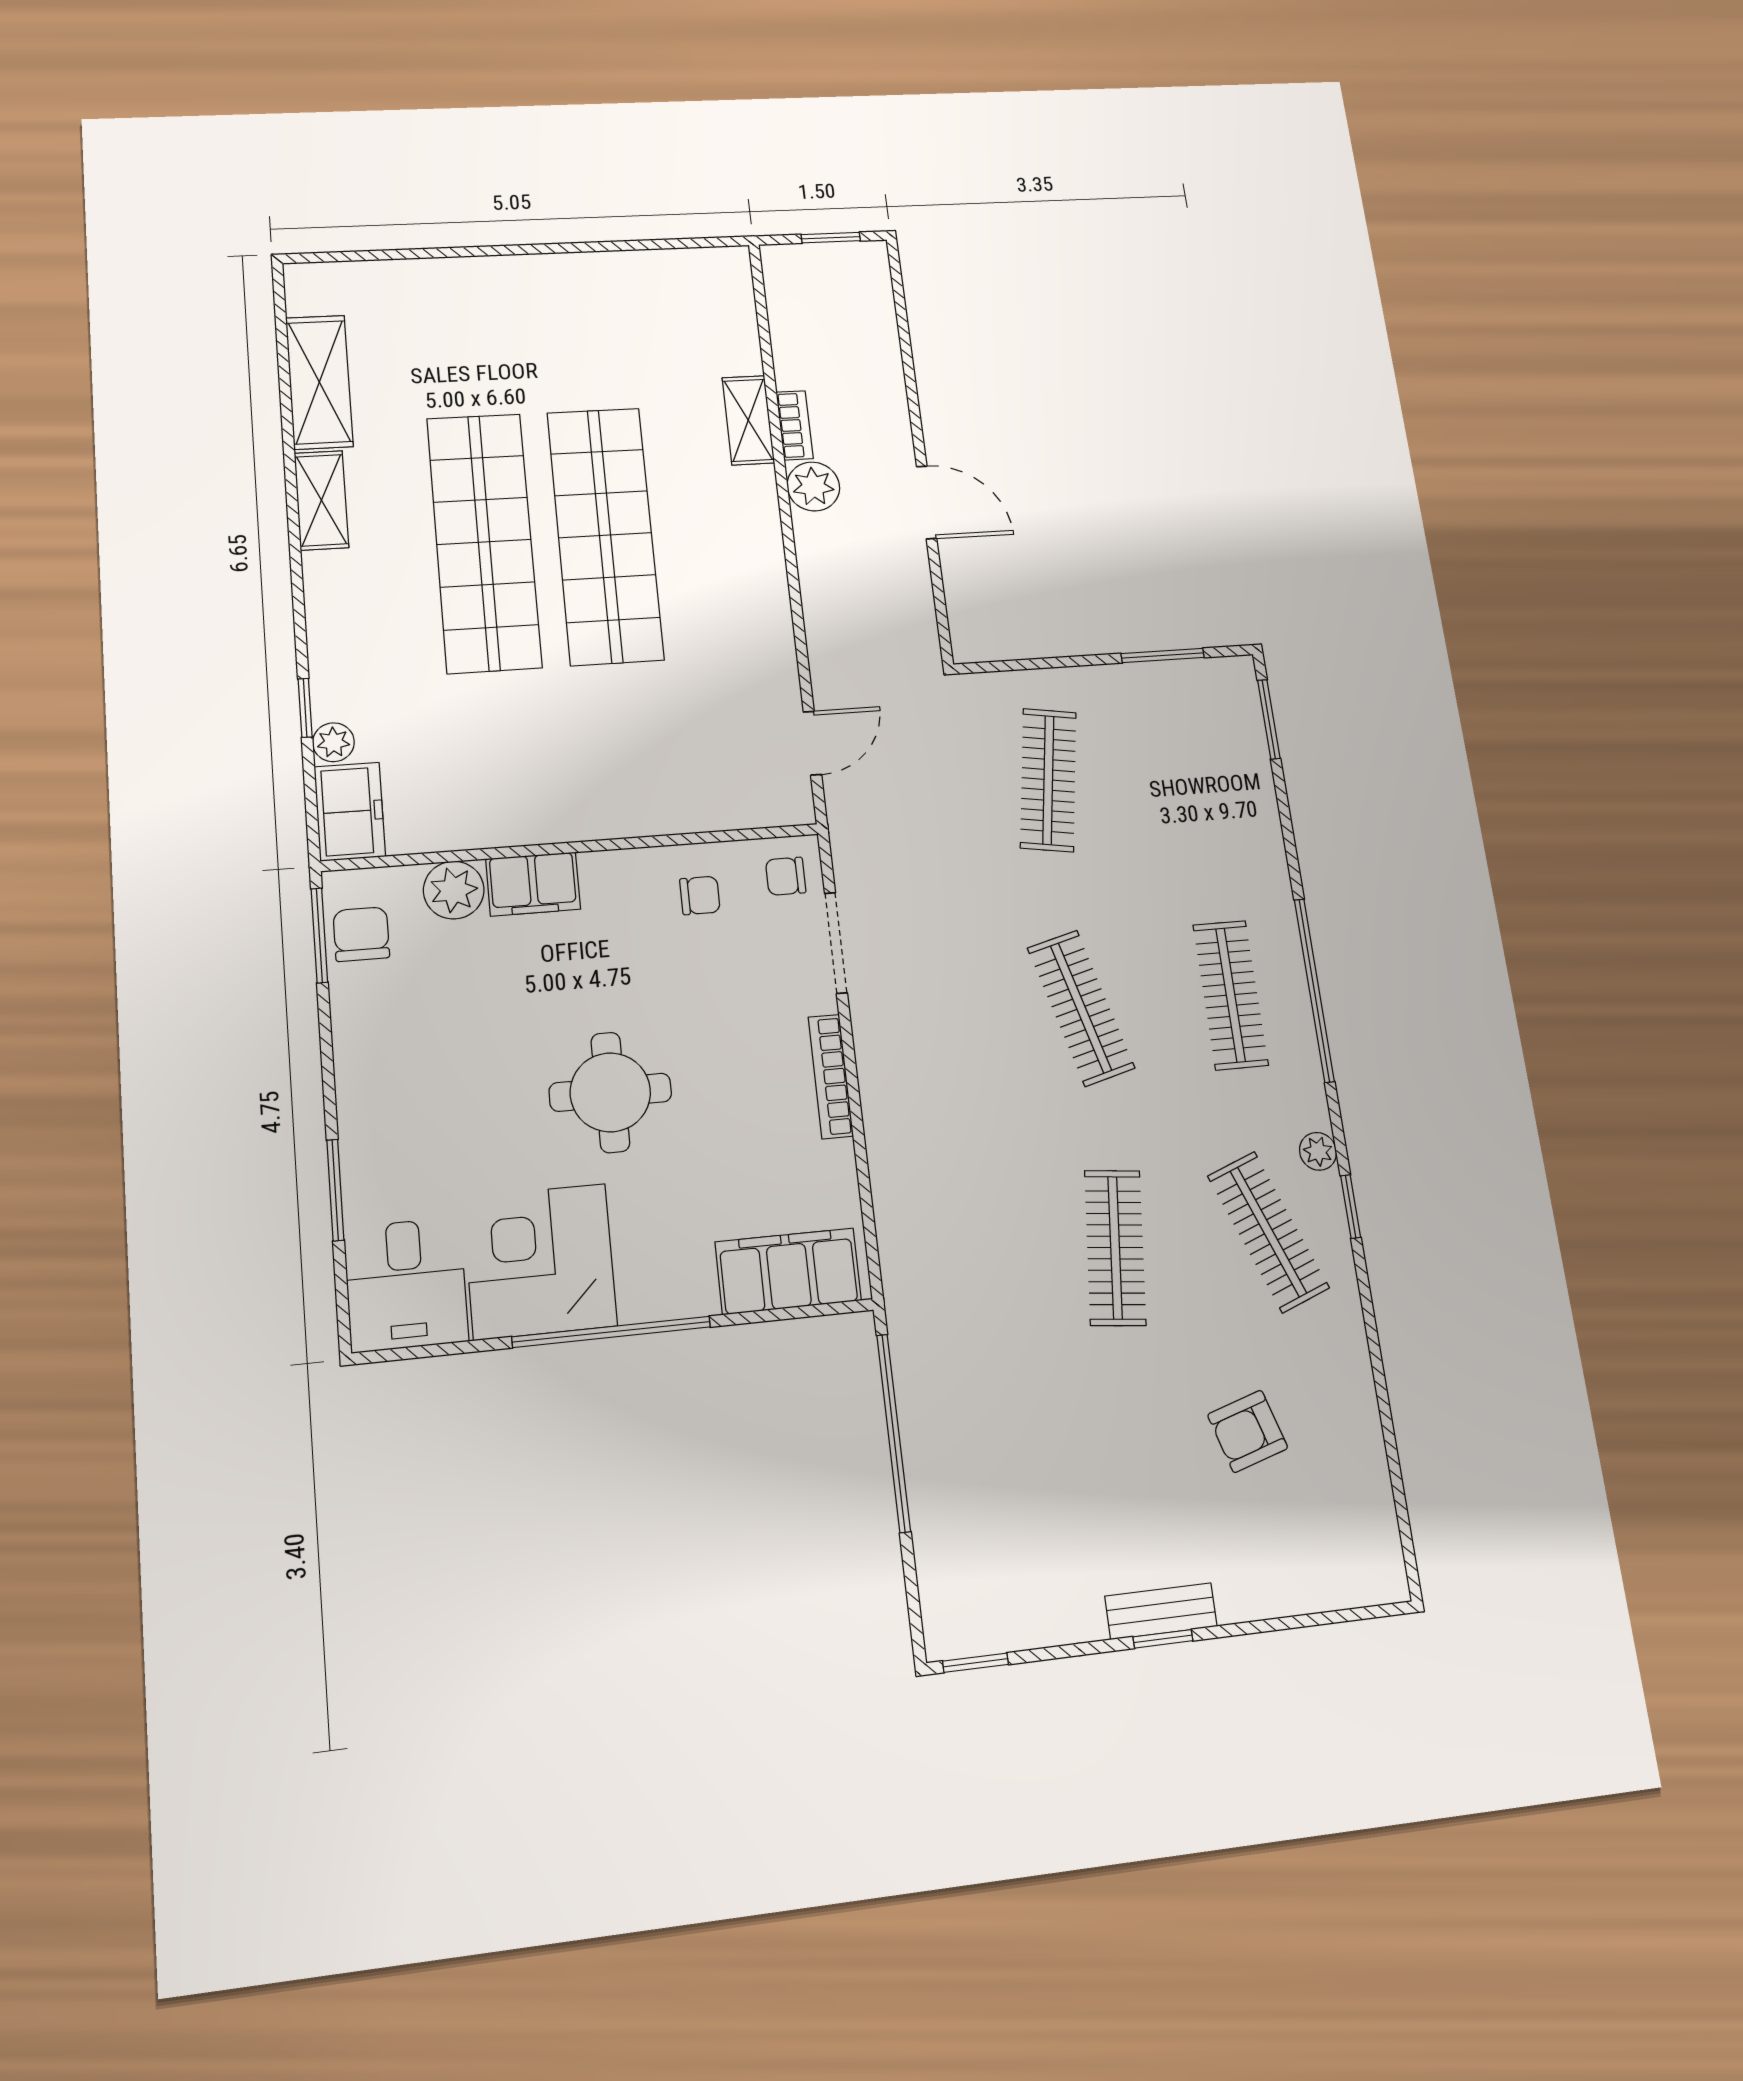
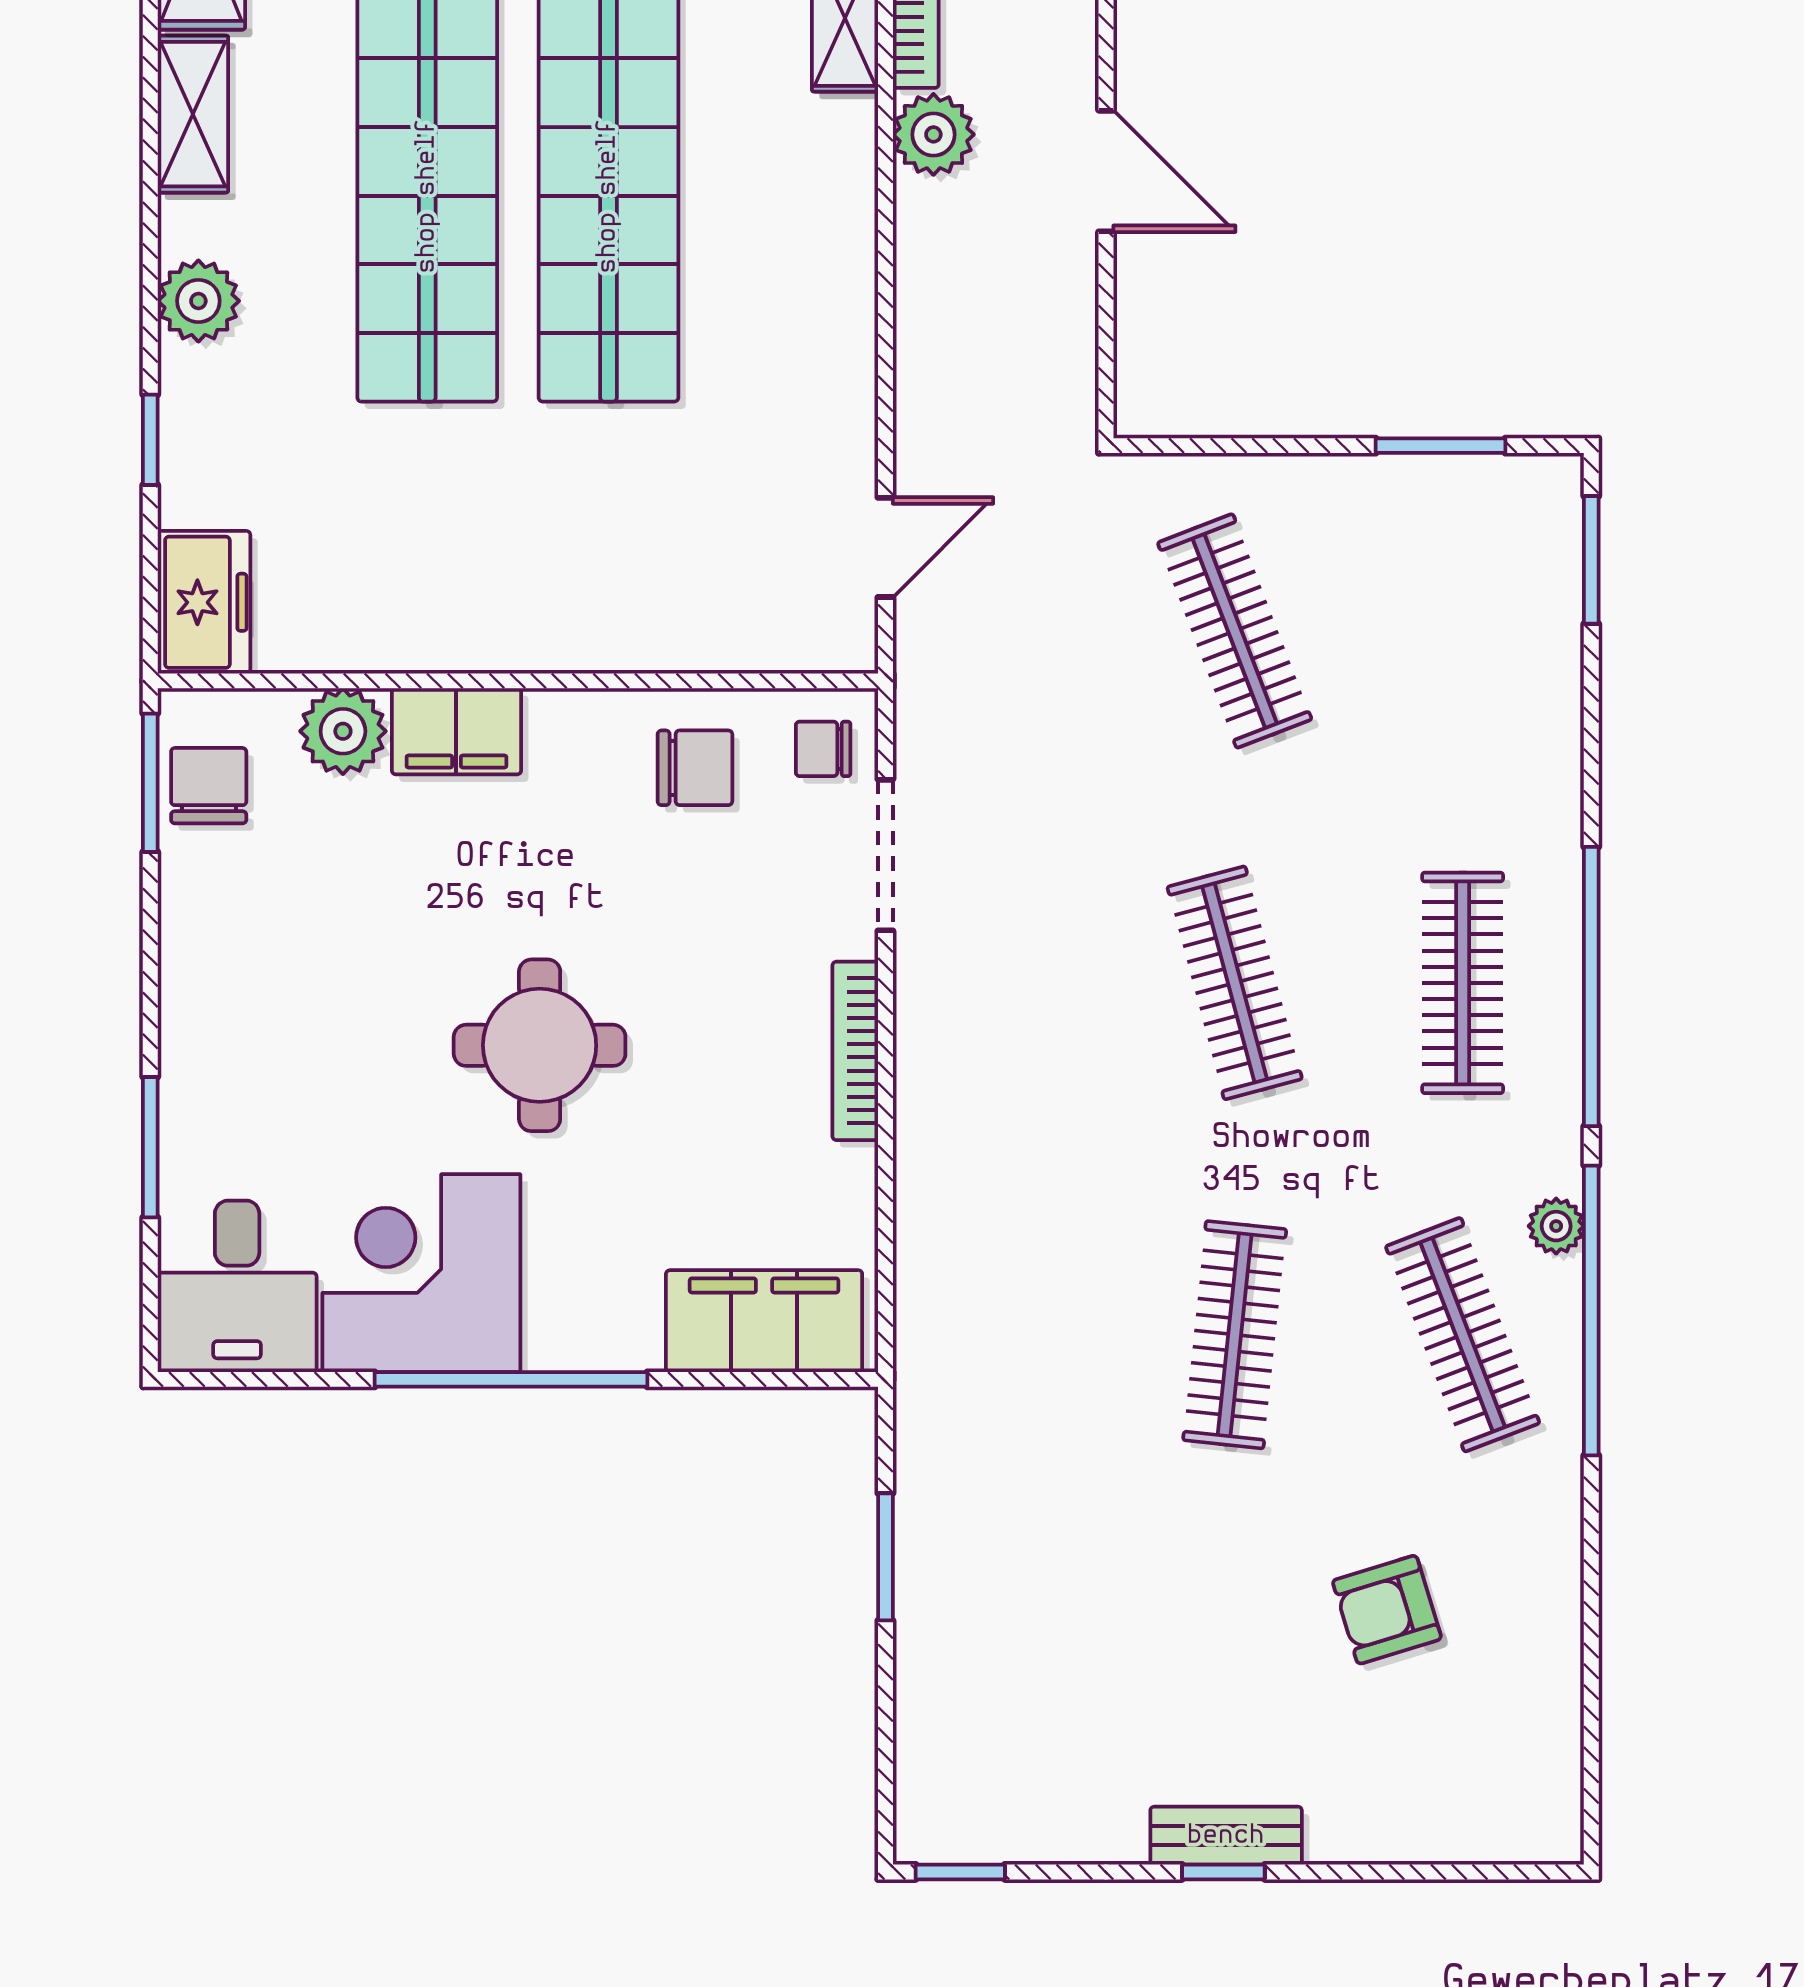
plant: (333, 742) -> (198, 301), moved, width x1.38, depth x1.38
clothes rail: (1048, 780) -> (1235, 631), turned -30
chair: (700, 895) -> (695, 768), width x1.37, depth x1.37
window: (1351, 1206) -> (1591, 1310), width x3.17
window: (894, 1433) -> (885, 1557), width x0.47

